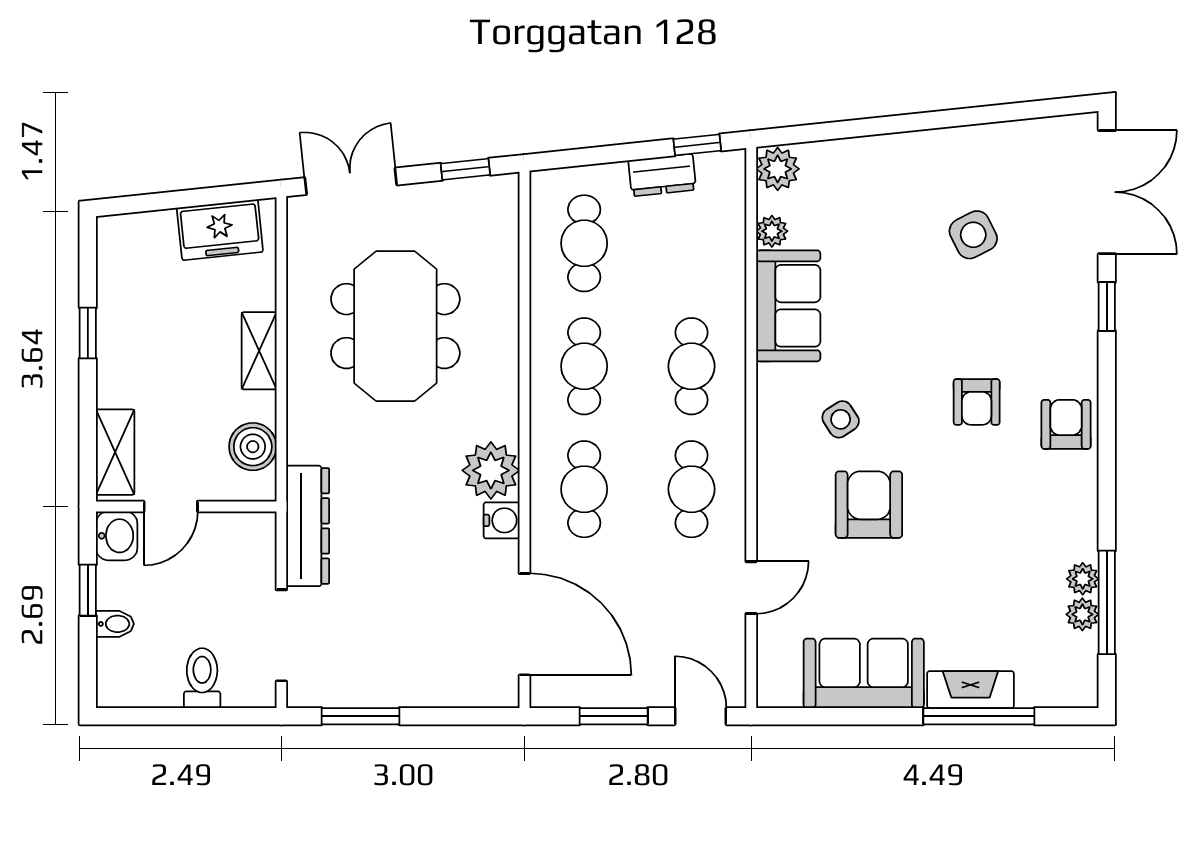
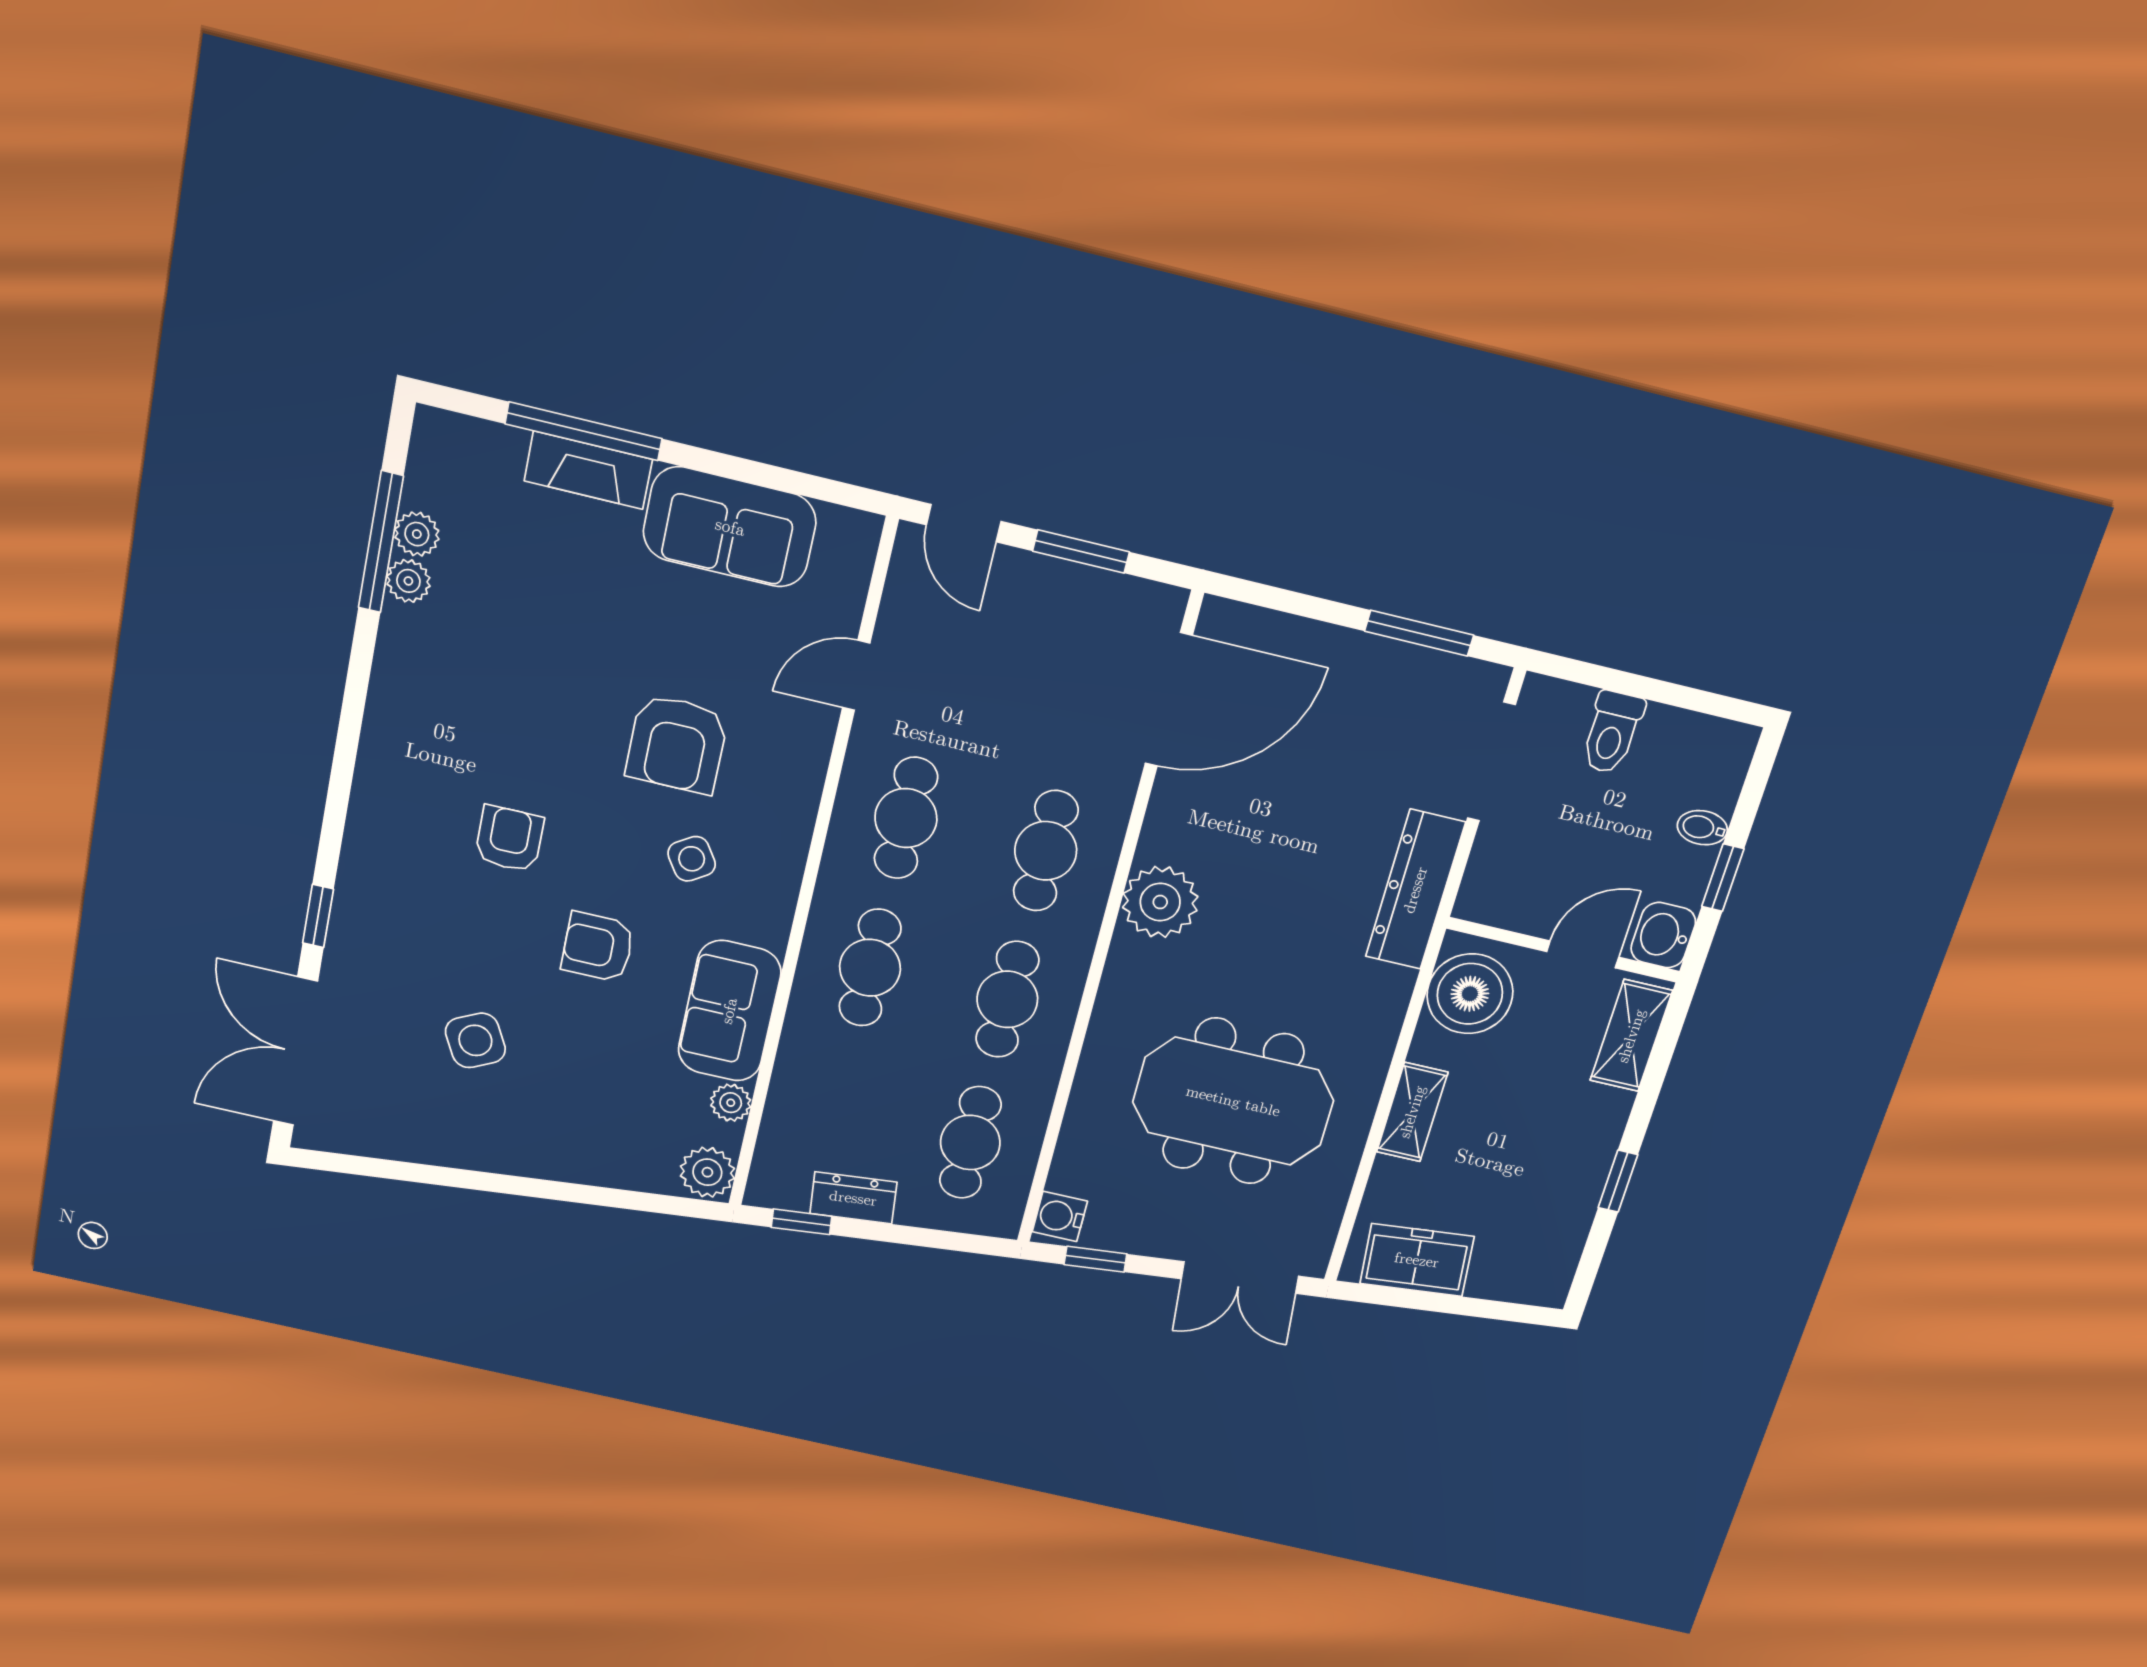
meeting table: (395, 326) -> (1233, 1101), turned 90
armchair: (1066, 424) -> (598, 947), moved, turned 90
boiler: (253, 447) -> (1470, 994), width x1.37, depth x1.37
water cooler: (502, 520) -> (1060, 1216), moved
door: (524, 624) -> (1169, 700), swing flipped

